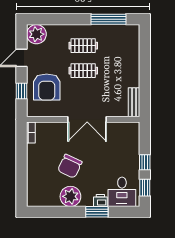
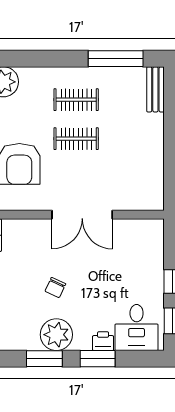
bench: (134, 102) -> (155, 89), moved
chair: (70, 166) -> (55, 288), width x0.54, depth x0.54
window: (63, 212) -> (44, 359), added

